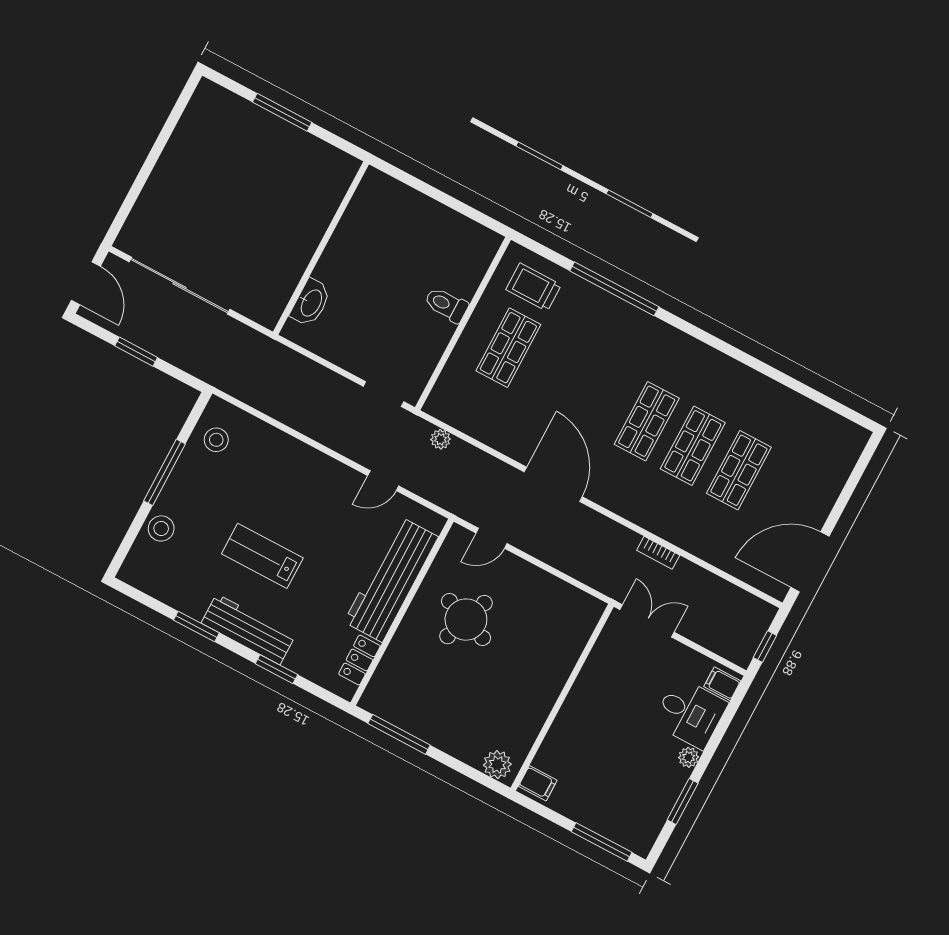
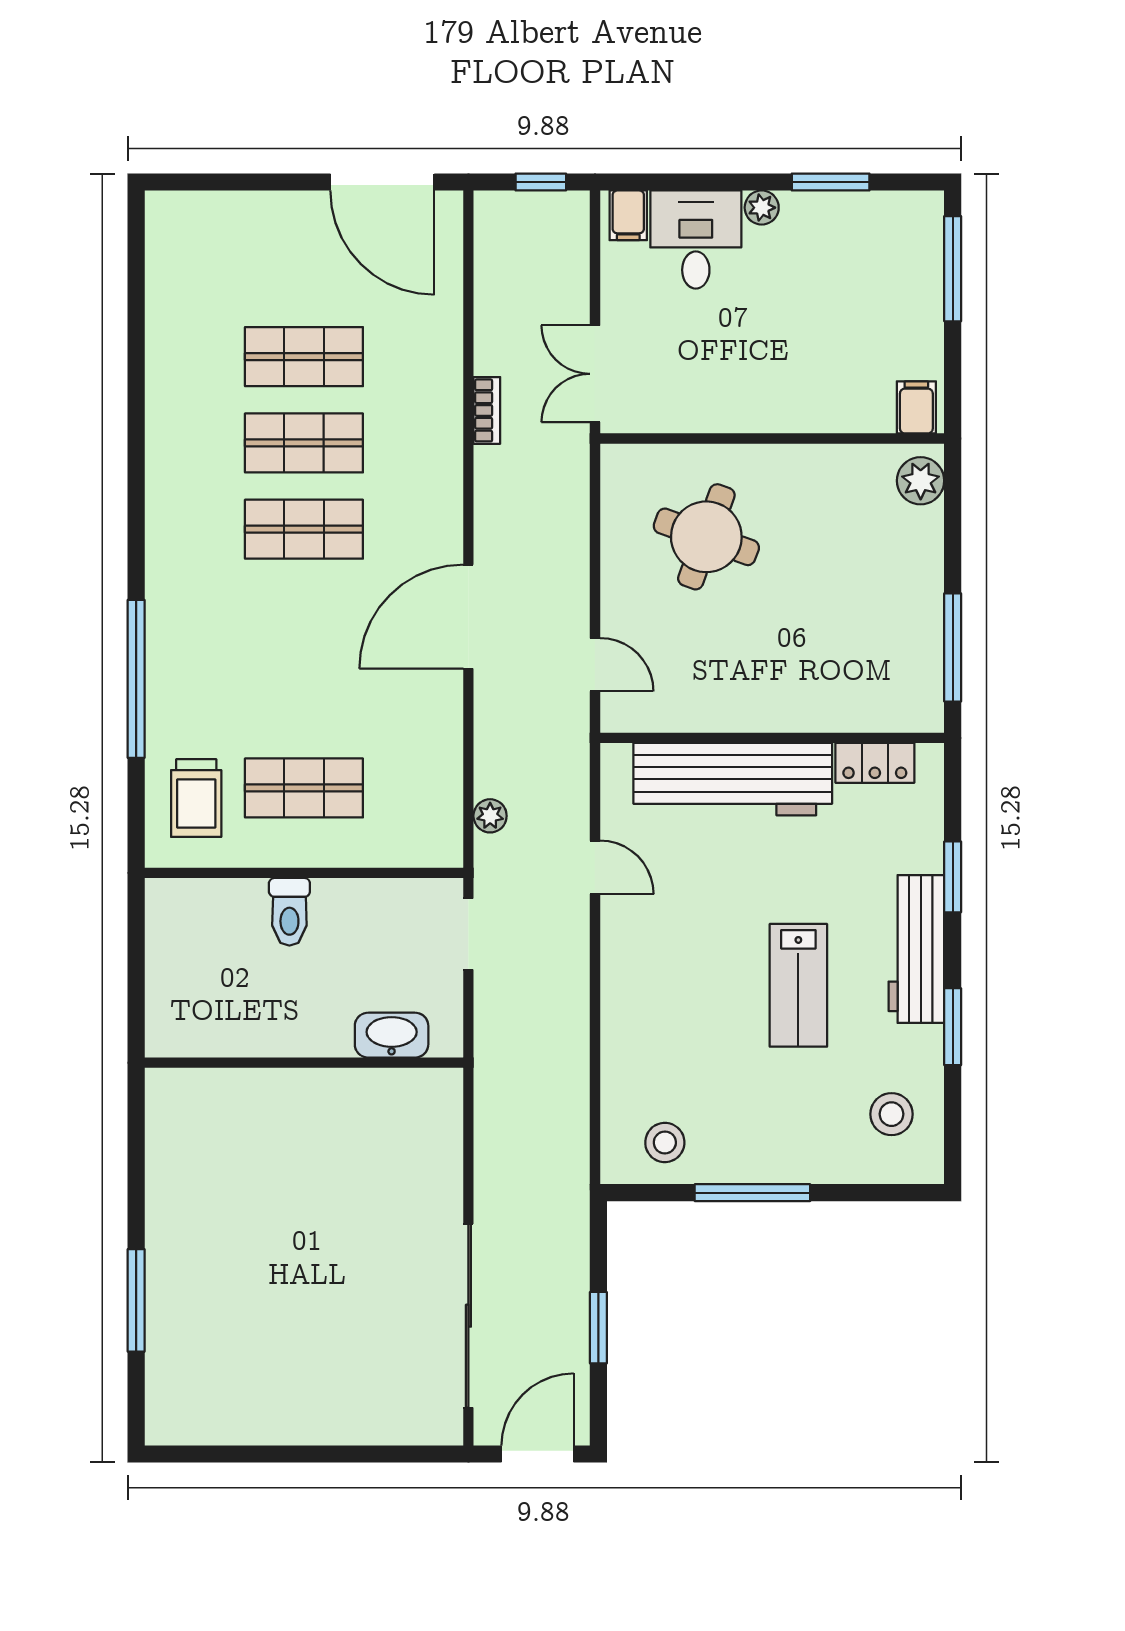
wall: (321, 248) -> (304, 1063), moved
washbasin: (311, 303) -> (392, 1035), moved
stool: (161, 528) -> (892, 1114), moved
round table: (466, 620) -> (706, 537), moved

